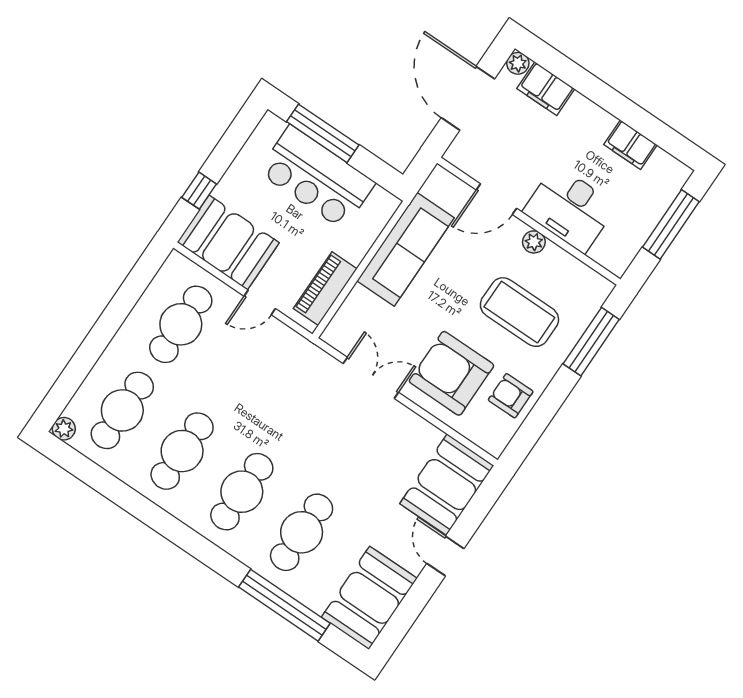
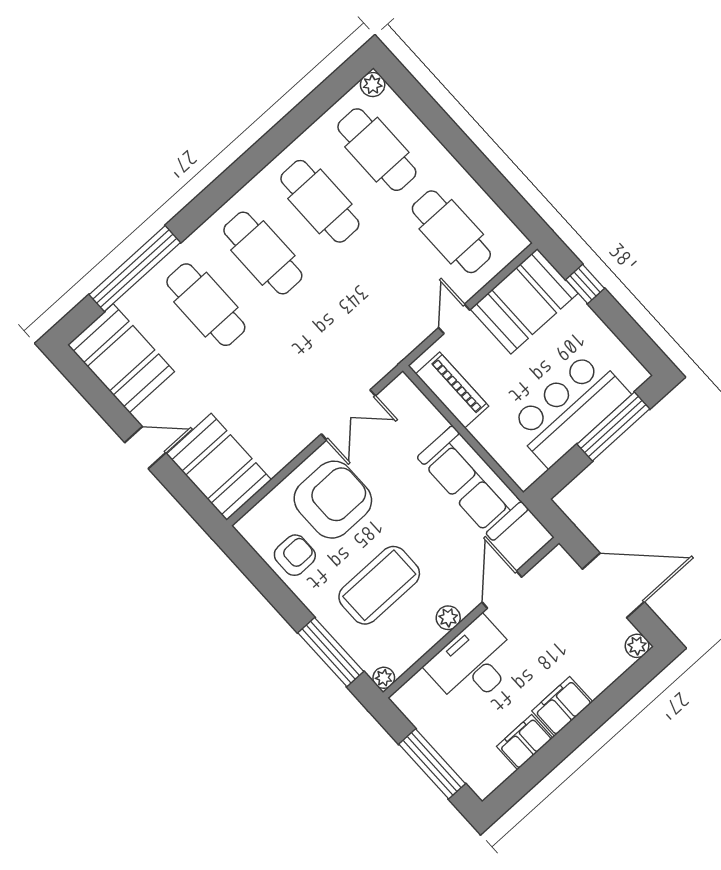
filing cabinet: (546, 89) -> (562, 706), moved
plant: (603, 287) -> (384, 678), added

